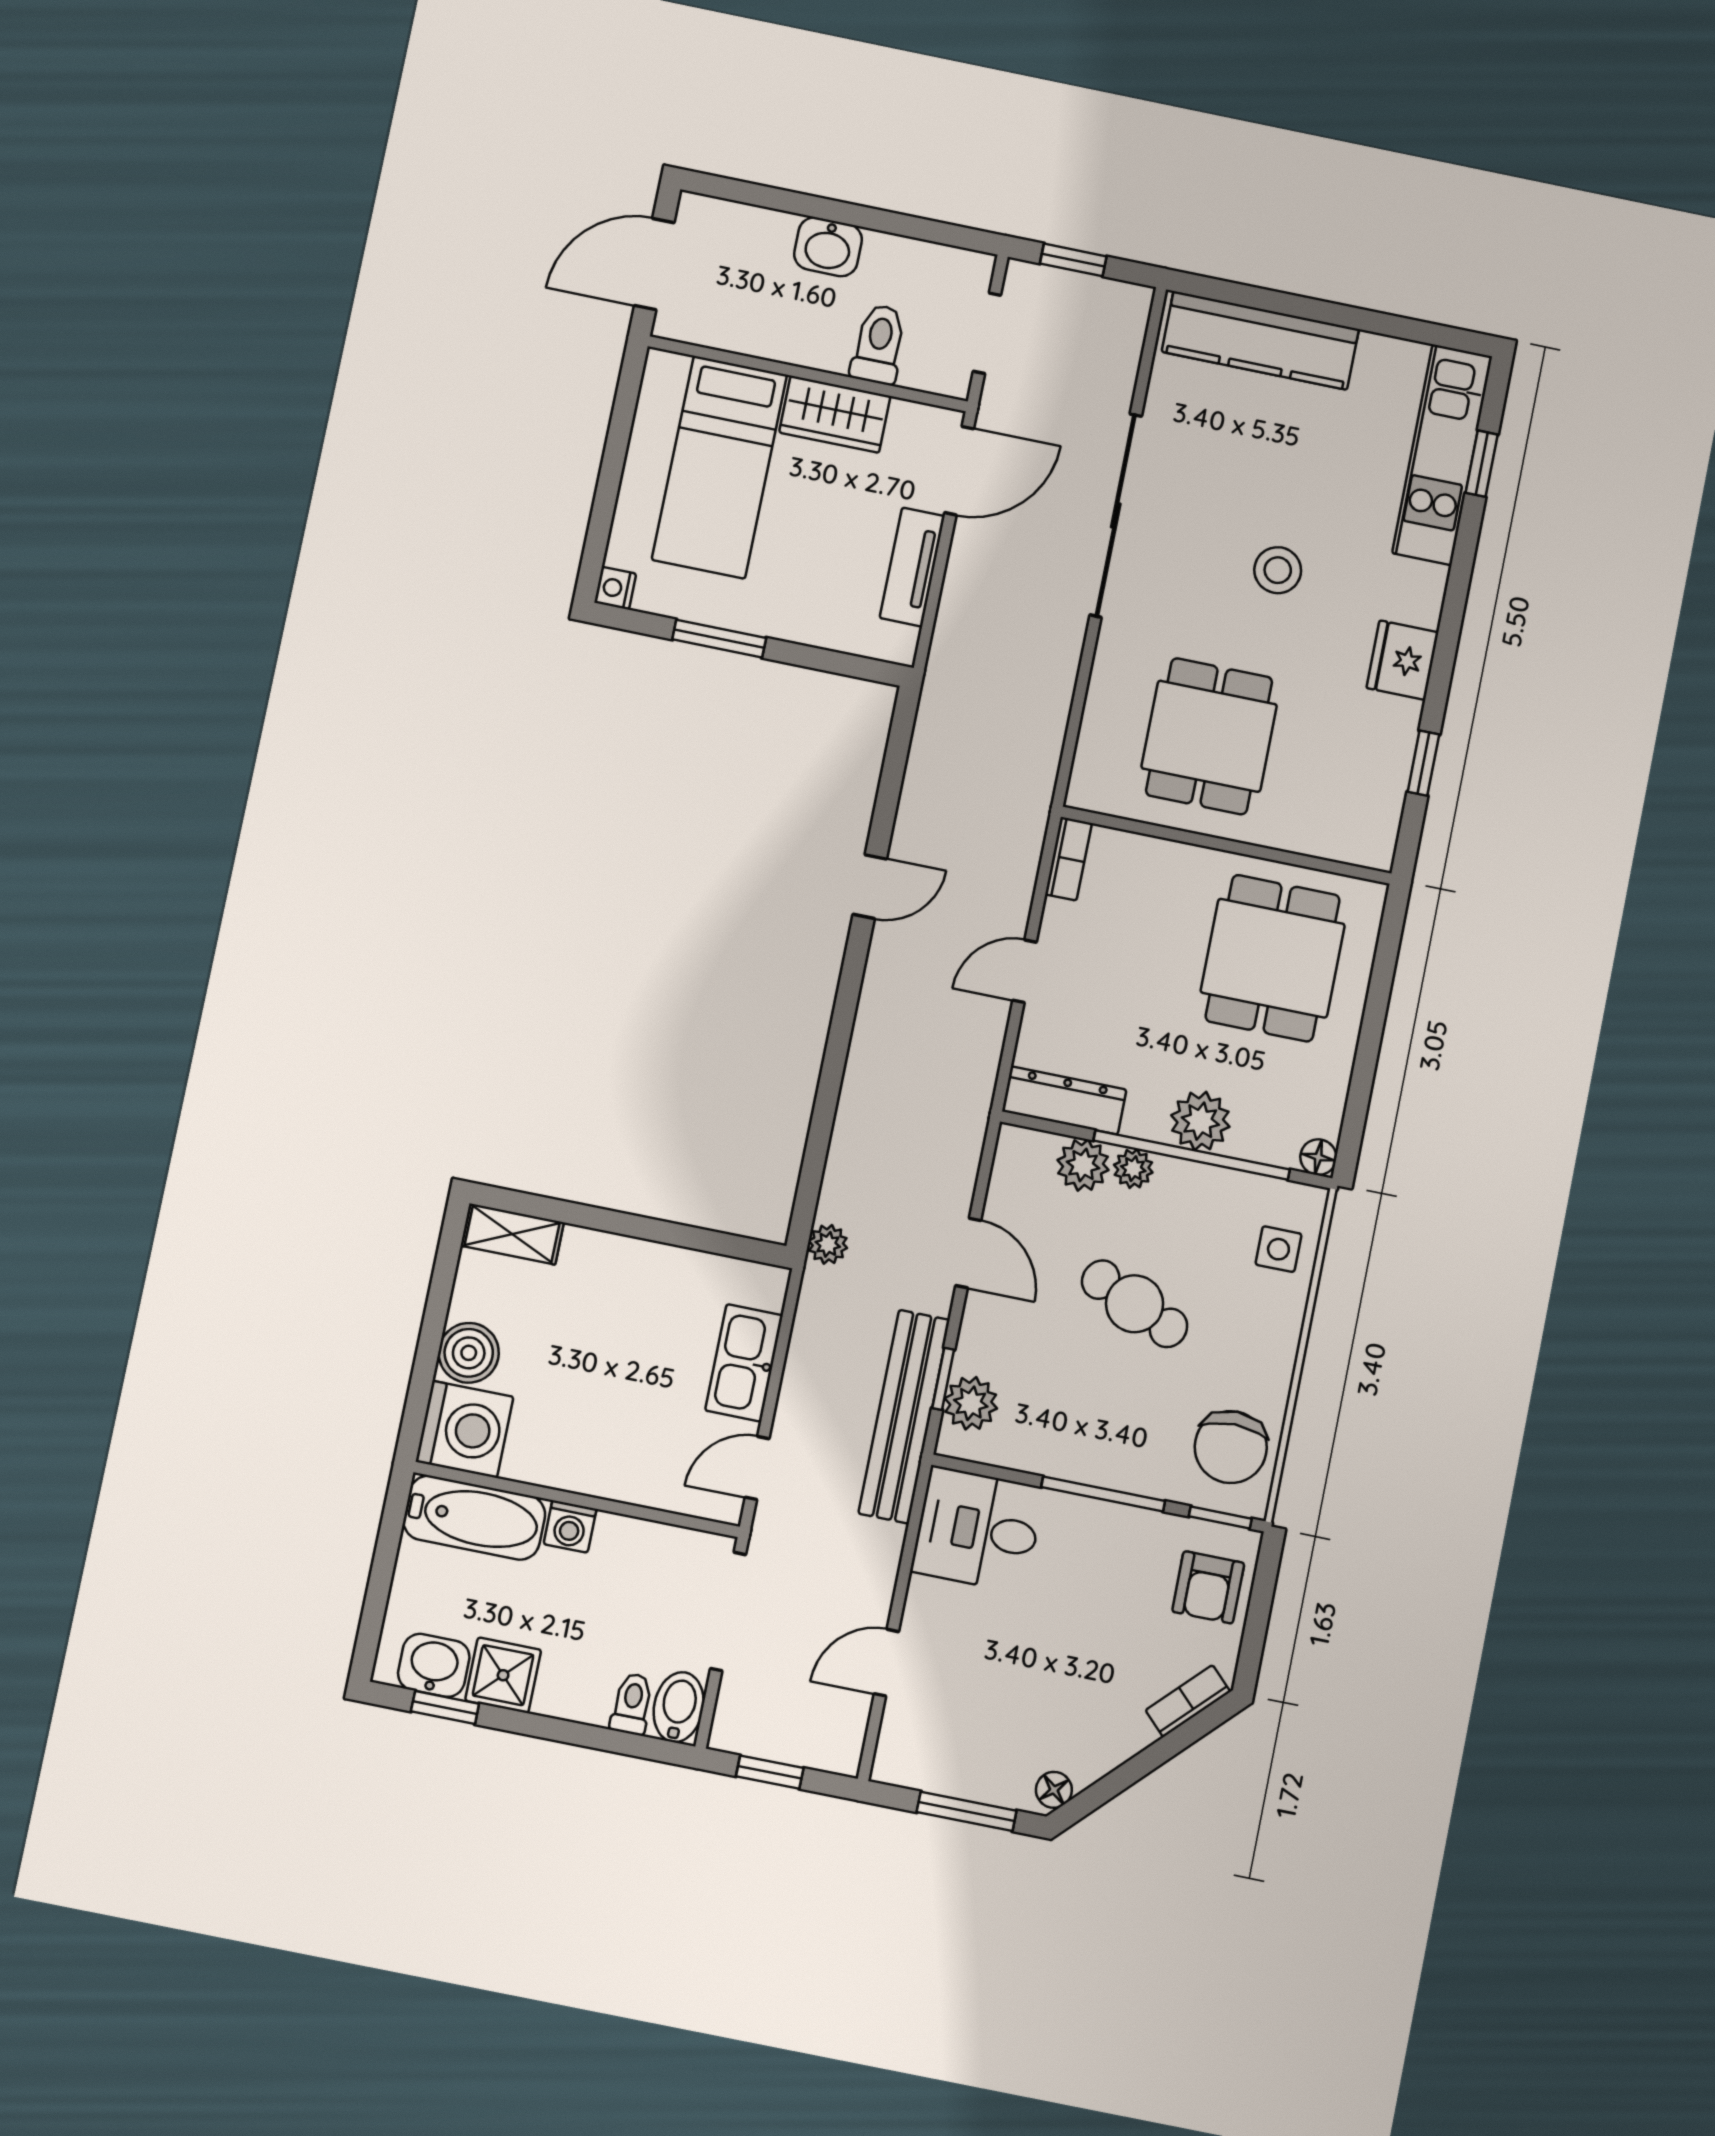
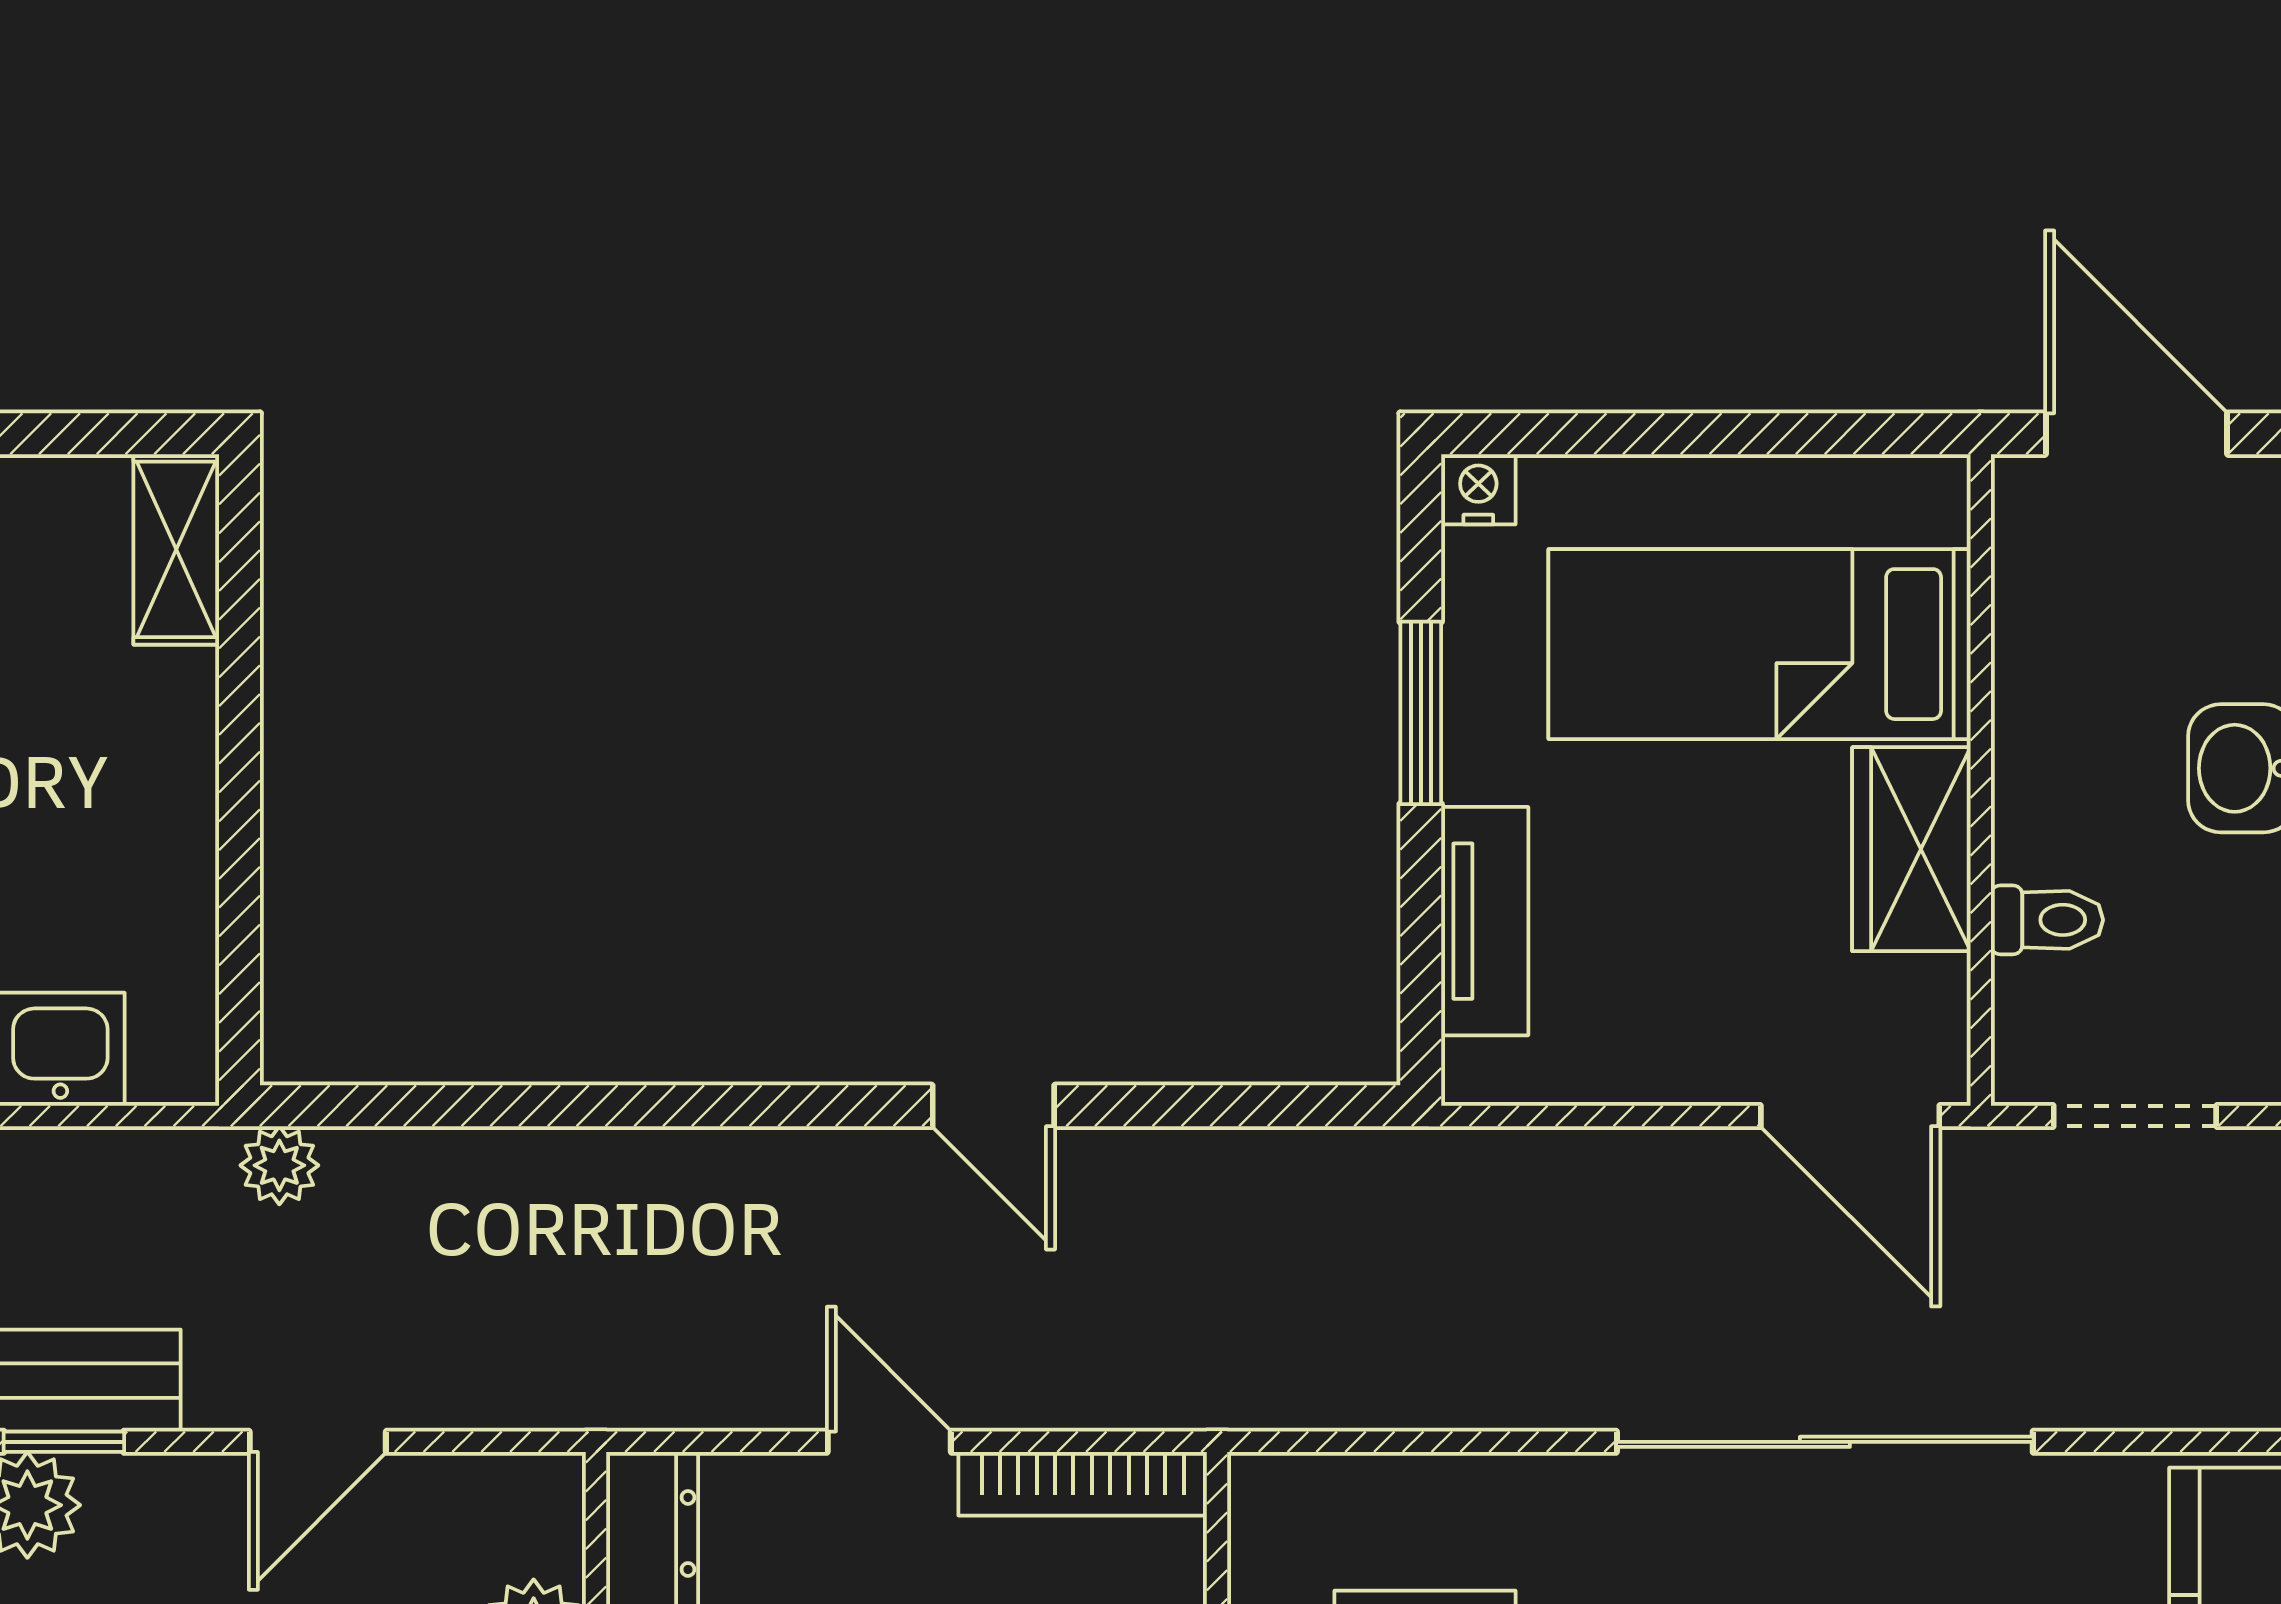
toilet: (879, 344) -> (2047, 920), width x0.73, depth x0.72
tv unit: (912, 567) -> (1485, 921), moved, turned 90
bookcase: (1069, 859) -> (1083, 1484), width x1.56

